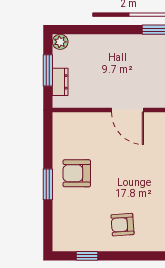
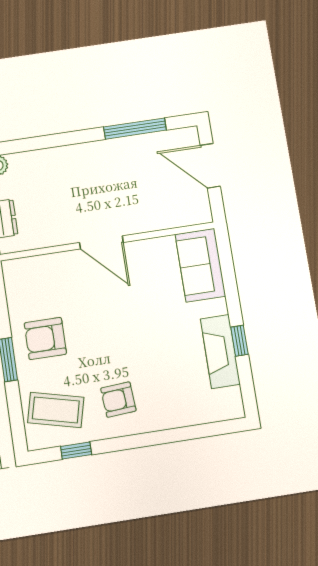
coffee table: (77, 225) -> (56, 410), added

